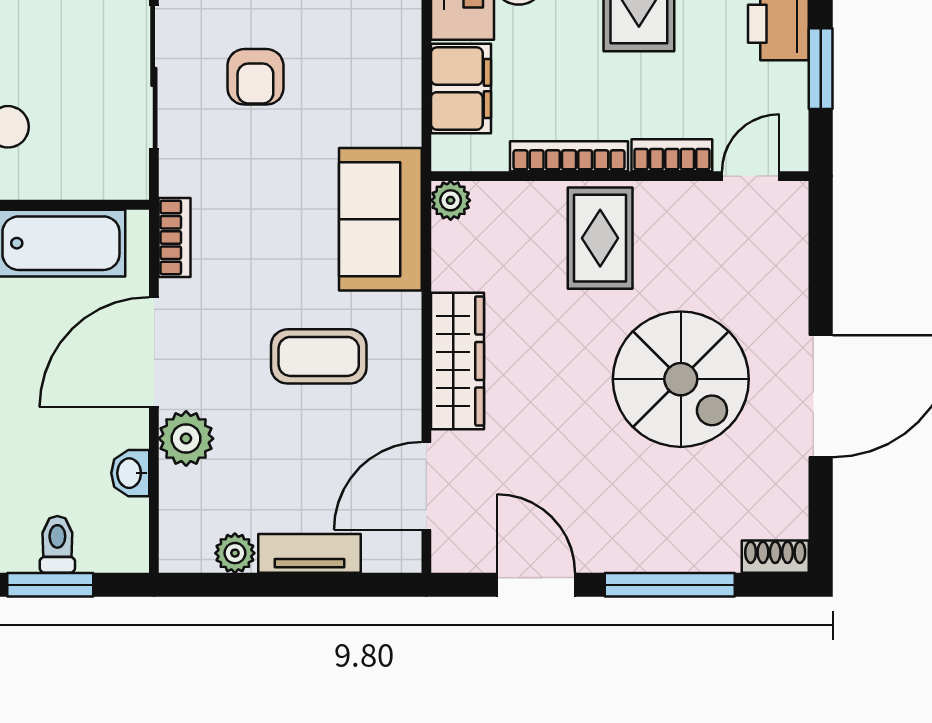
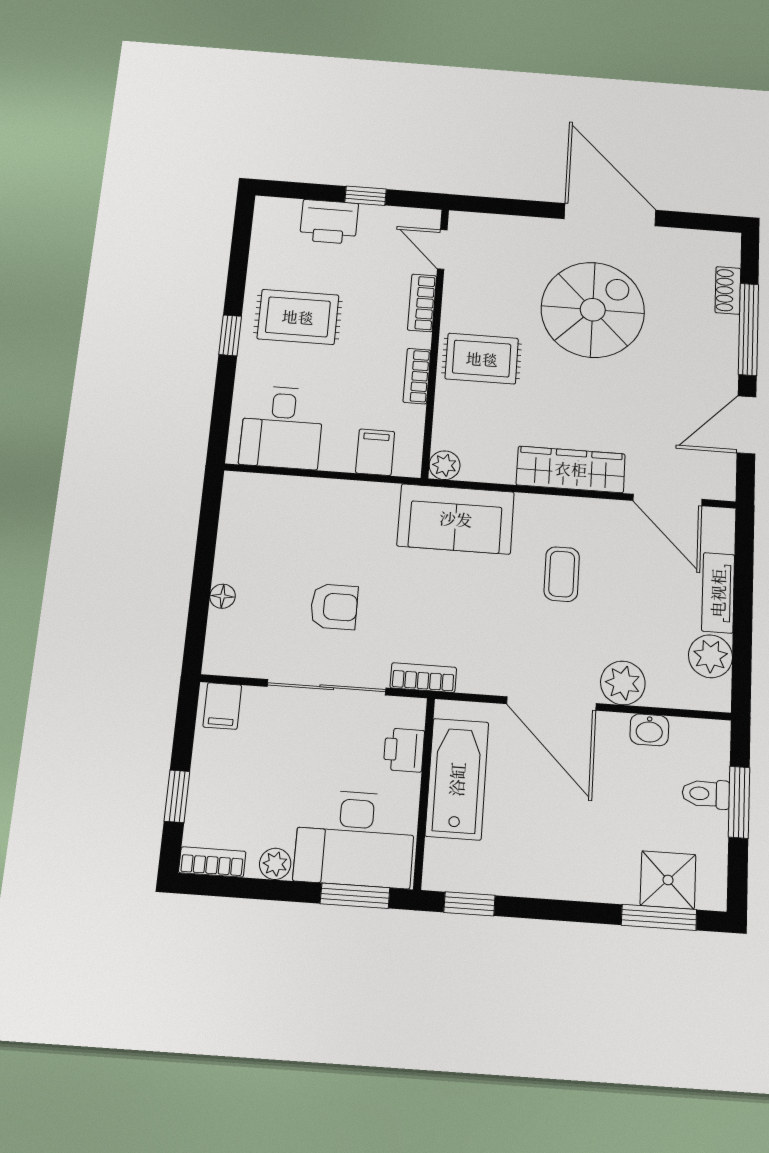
window: (821, 69) -> (365, 196), width x0.67
filing cabinet: (461, 89) -> (375, 452), width x0.50
bookcase: (569, 156) -> (417, 376), width x0.64
printer: (84, 177) -> (404, 750), added
bookcase: (175, 237) -> (423, 678), moved
coffee table: (319, 356) -> (562, 574), width x0.73, depth x0.77
plant: (235, 553) -> (710, 656), width x1.38, depth x1.38
shoe rack: (775, 557) -> (728, 290), moved

